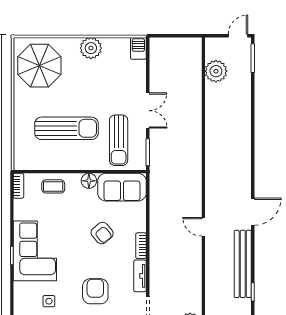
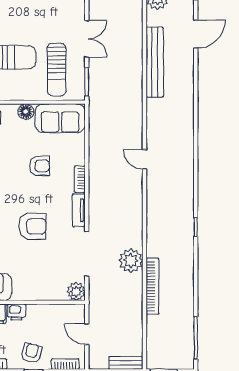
door: (253, 212) -> (196, 34), moved
armchair: (102, 233) -> (39, 166), turned -50
bench: (243, 264) -> (155, 62), moved
armchair: (95, 291) -> (32, 226), turned 90

